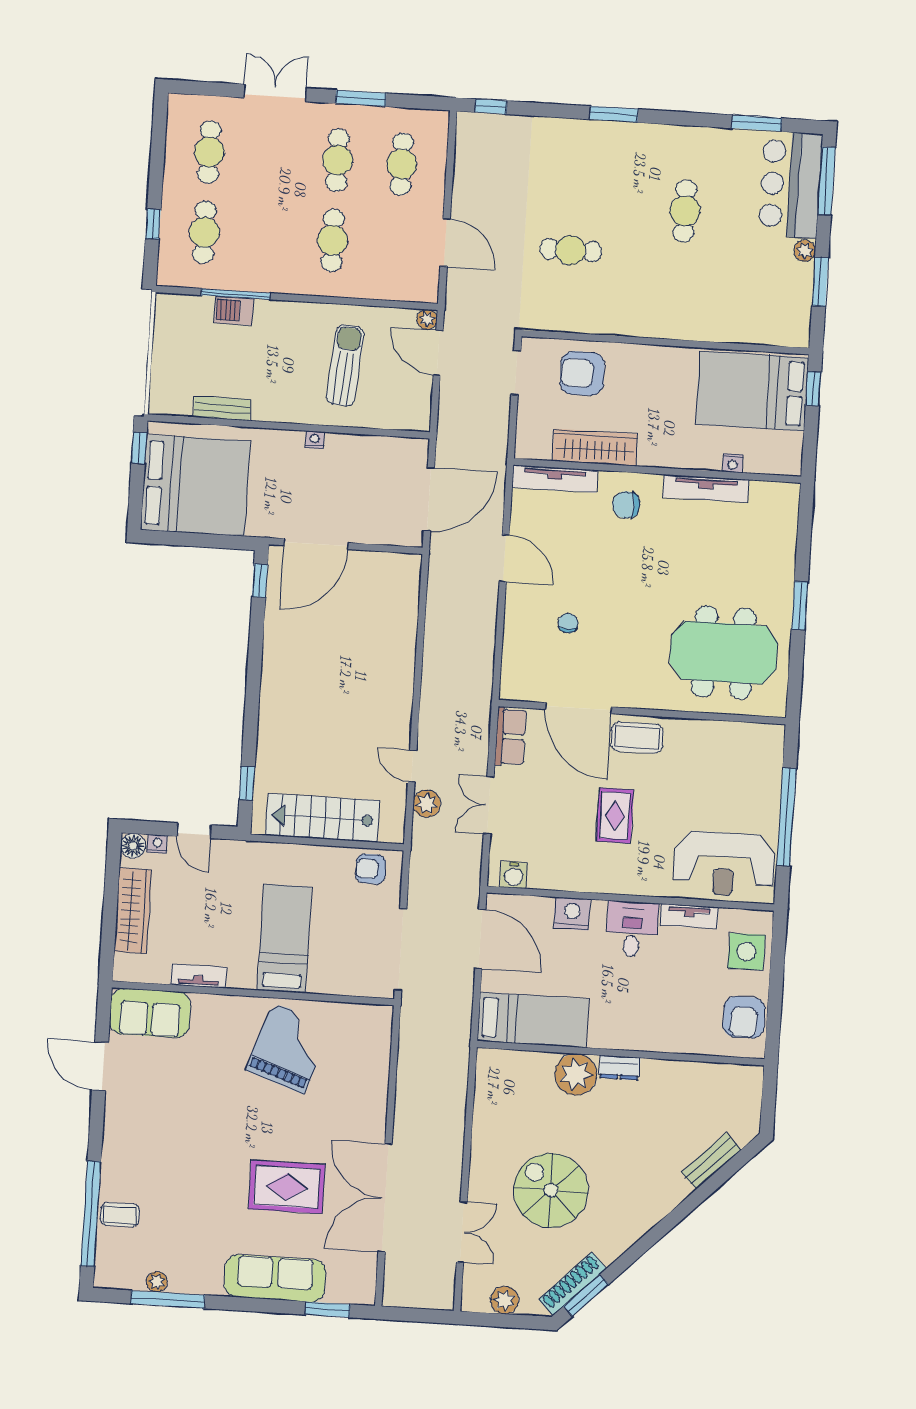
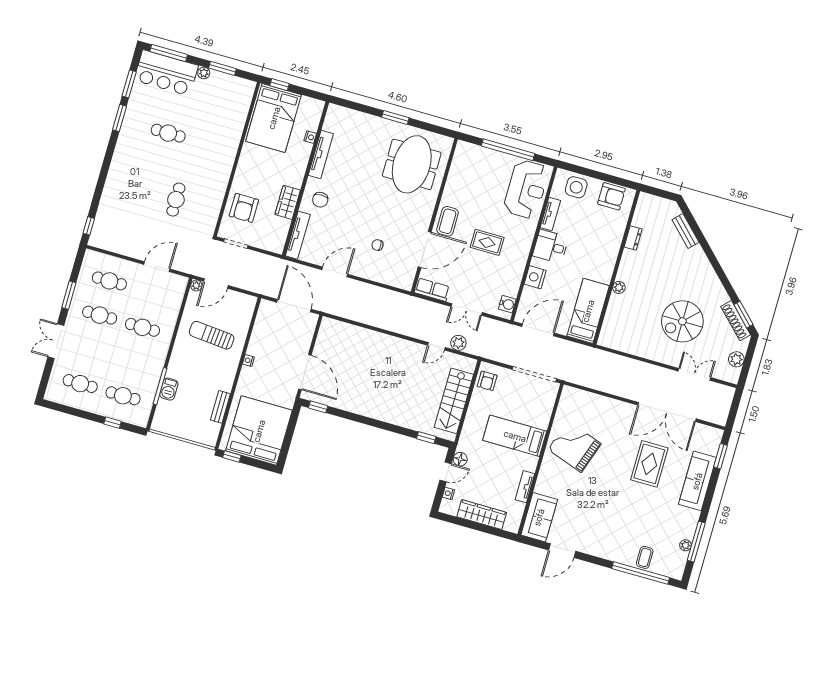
window: (614, 114) -> (119, 118), moved
wardrobe: (595, 447) -> (288, 202), width x0.67
floor lamp: (133, 846) -> (460, 459), moved
dresser: (619, 1068) -> (633, 238), moved
plant: (576, 1074) -> (619, 287), width x0.53, depth x0.53

